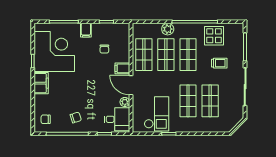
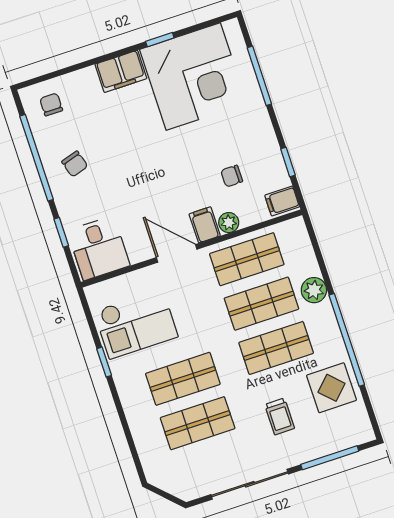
filing cabinet: (86, 30) -> (282, 201), moved
door: (131, 85) -> (177, 253), hinge flipped
plant: (125, 102) -> (229, 223), moved

